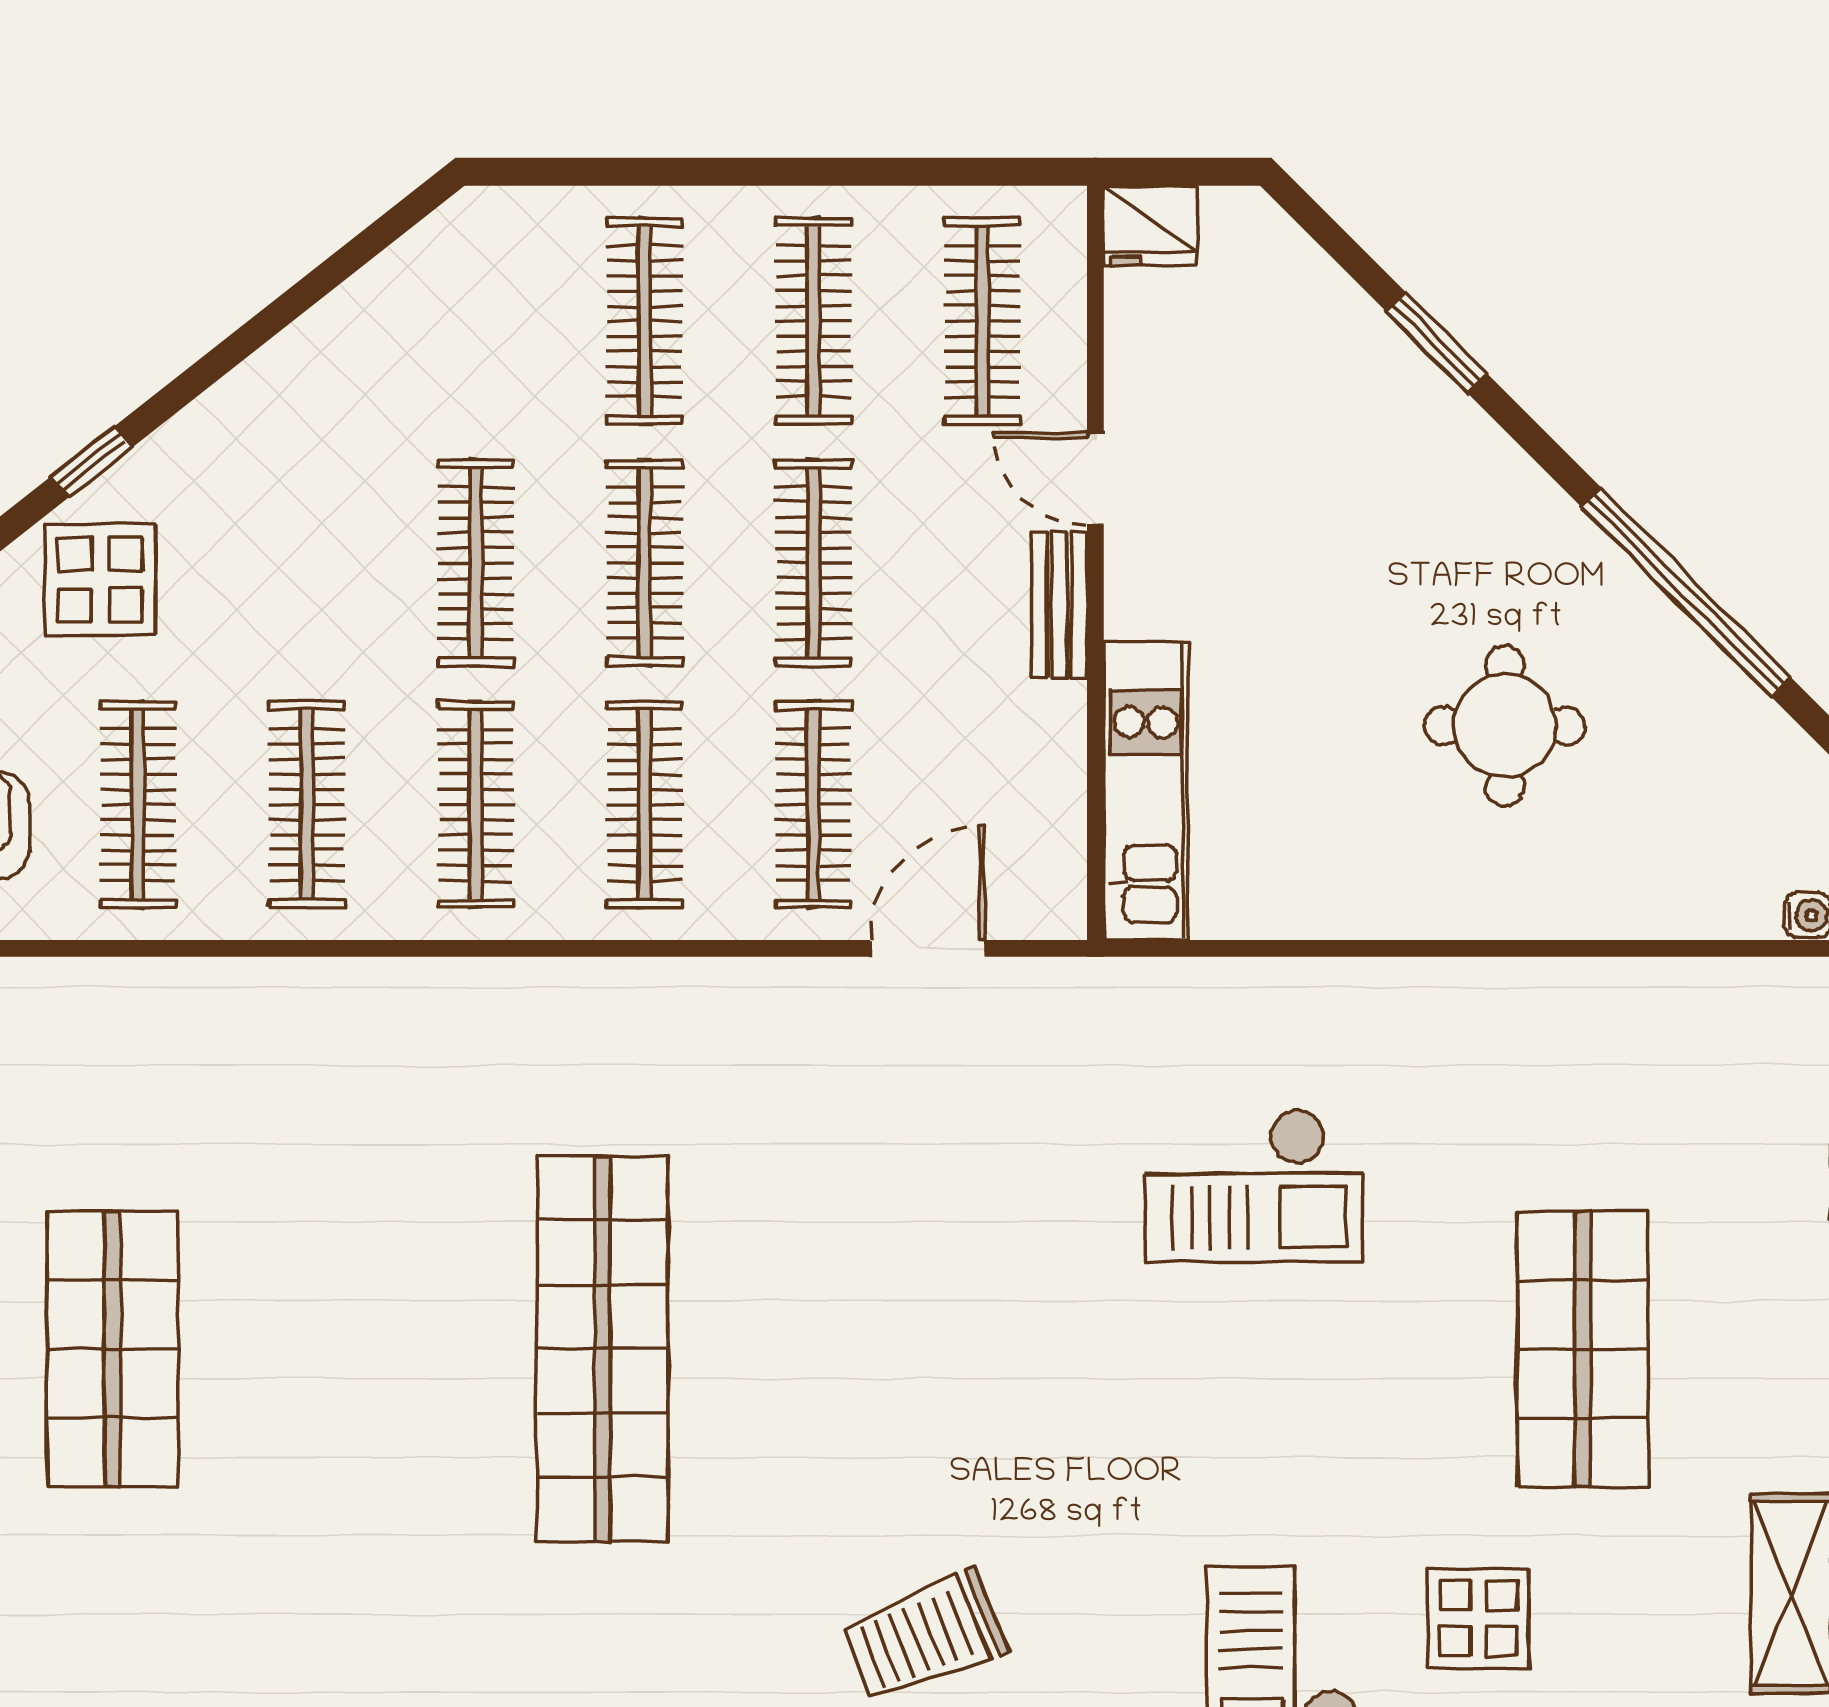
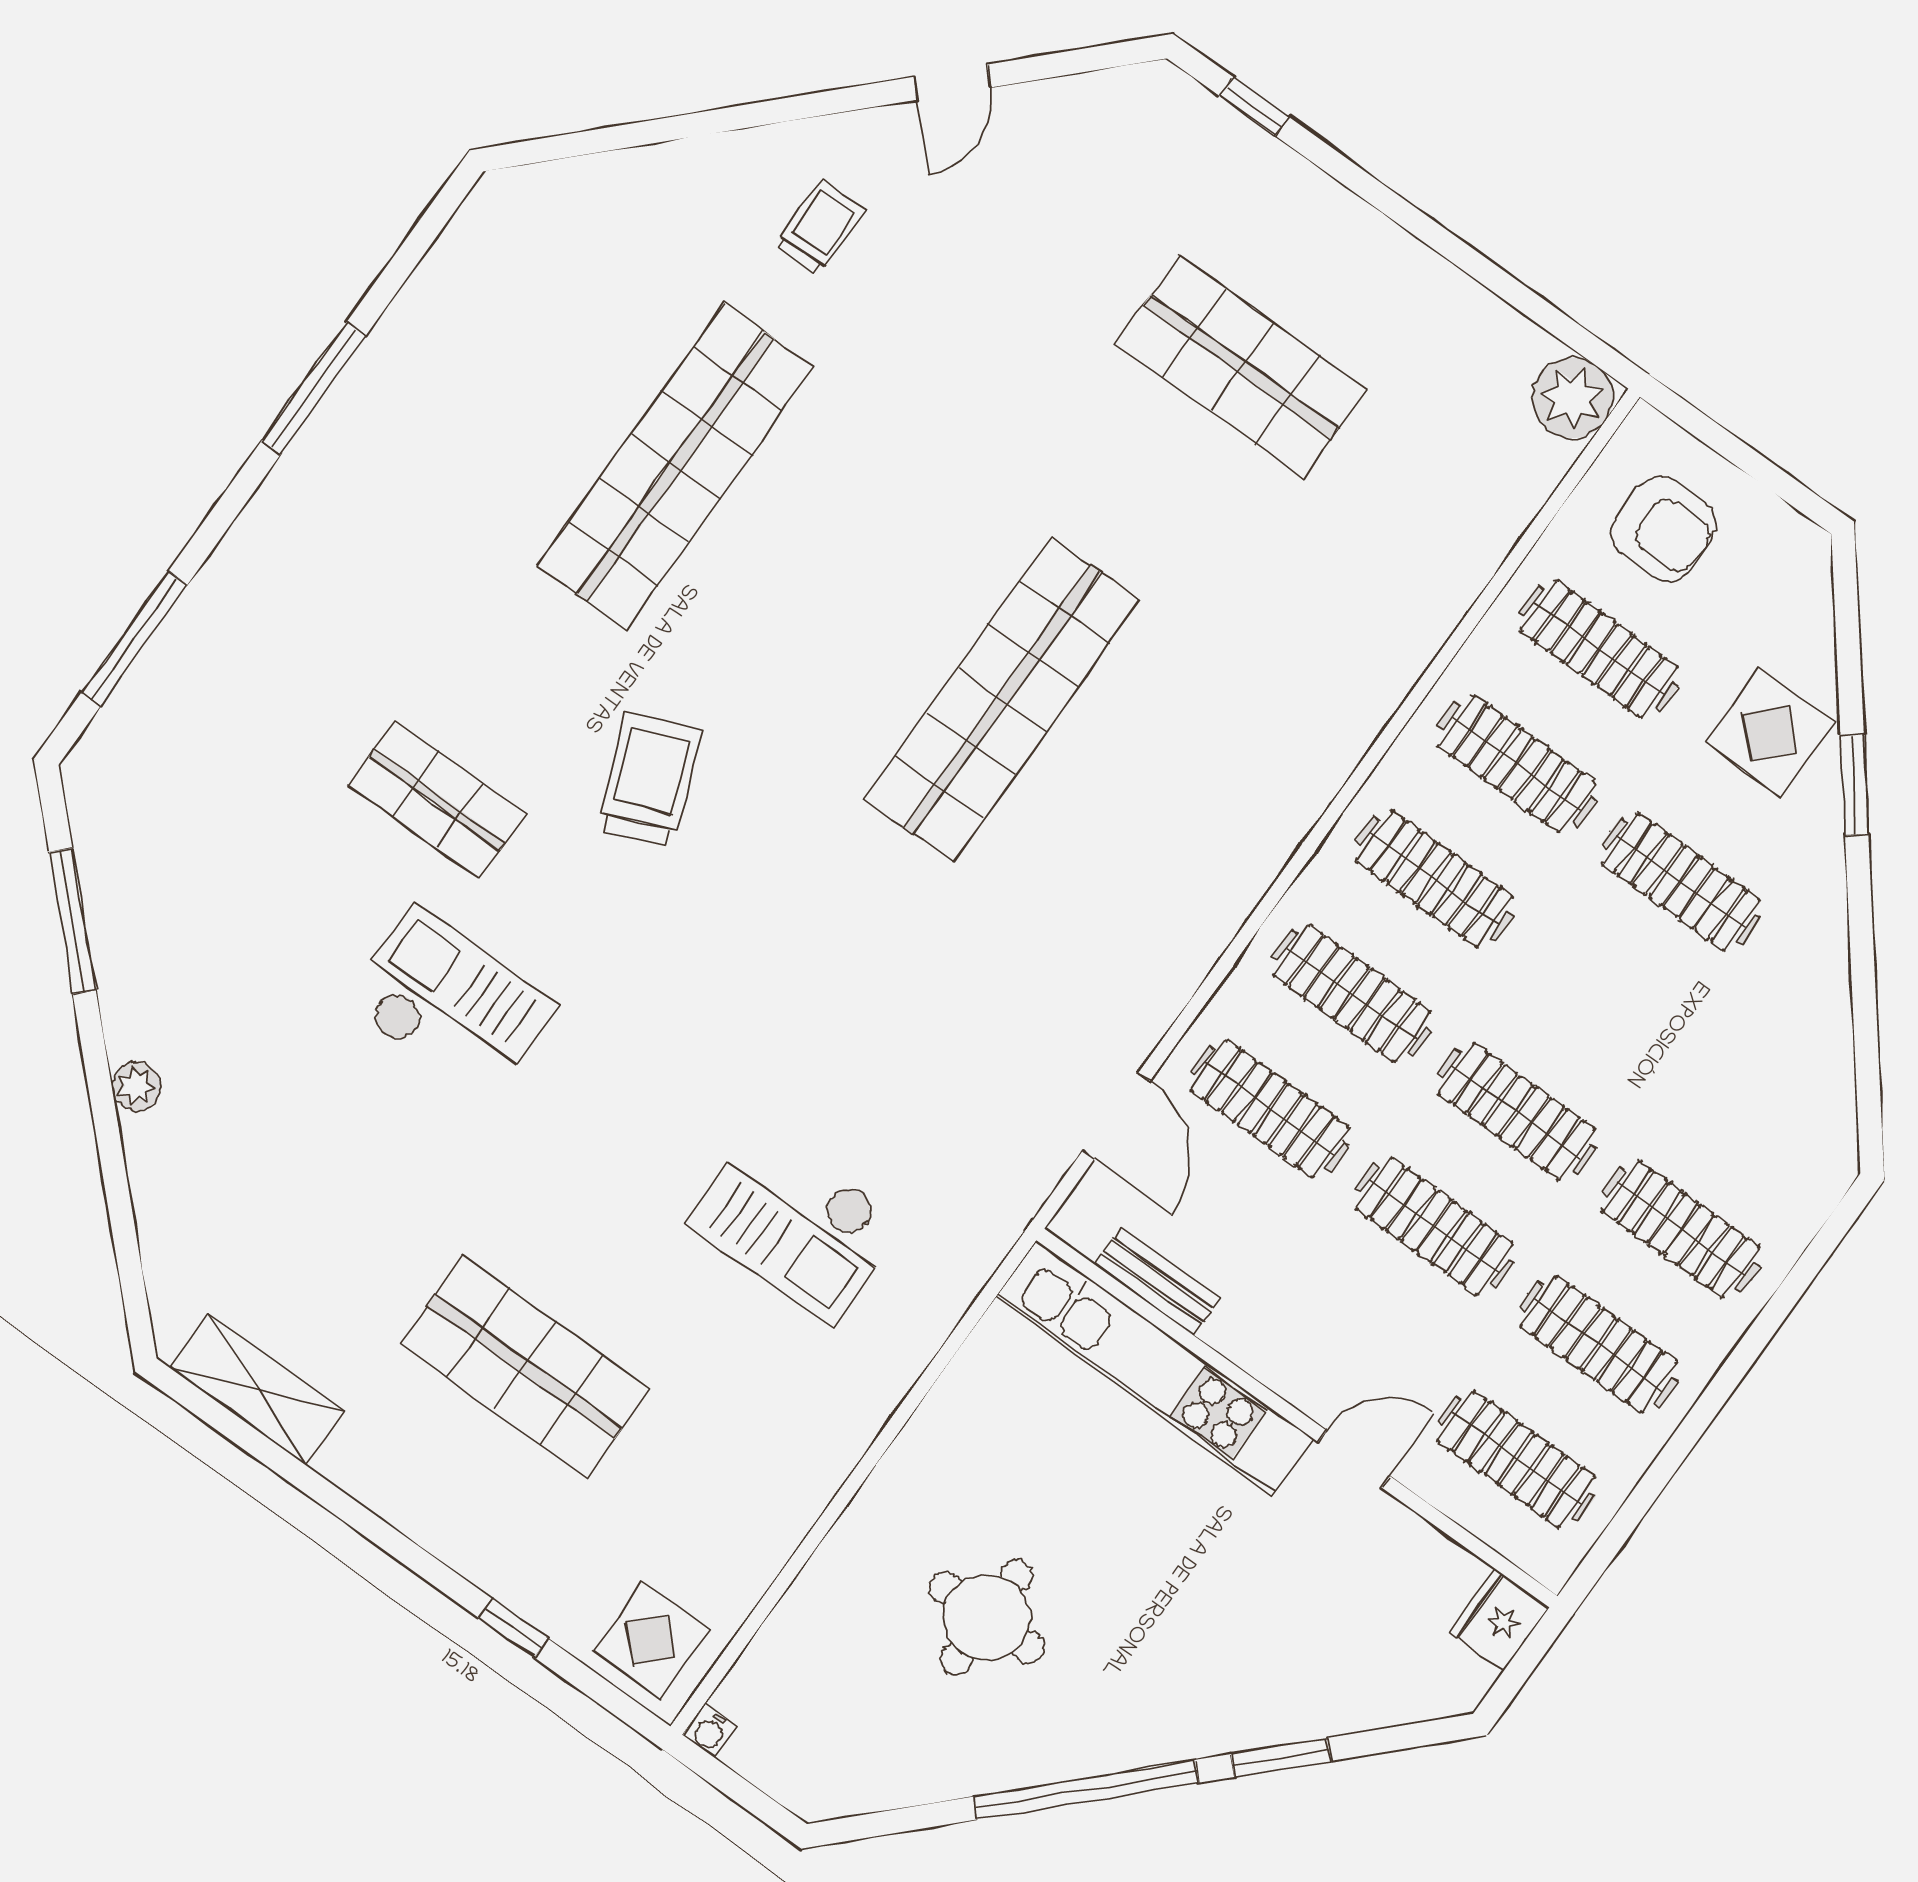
window: (92, 462) -> (1854, 784), width x1.50
clothes rail: (476, 563) -> (1681, 882), moved
window: (1686, 592) -> (1086, 1790), moved
bench: (1059, 605) -> (1158, 1281), moved
kitchen unit: (1146, 791) -> (1154, 1368), width x1.36
checkout: (1254, 1186) -> (796, 1223), turned -90
shop shelf: (603, 1349) -> (1002, 700), turned 90
display table: (1478, 1618) -> (651, 1640), moved

